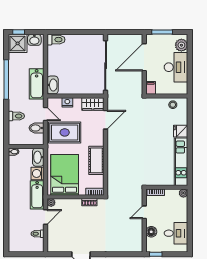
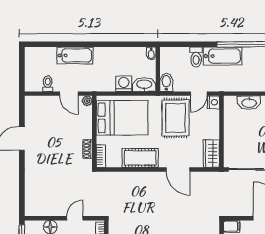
bathtub: (37, 84) -> (223, 56), moved, turned 180
washbasin: (53, 85) -> (249, 103), moved
nightstand: (67, 102) -> (213, 102), moved
door: (106, 120) -> (178, 169), moved
bidet: (36, 128) -> (166, 82), moved
bathtub: (37, 195) -> (75, 55), moved, turned 180
door: (144, 212) -> (75, 218), hinge flipped

